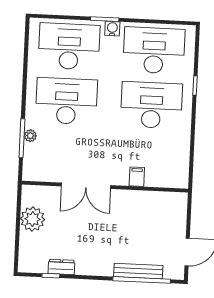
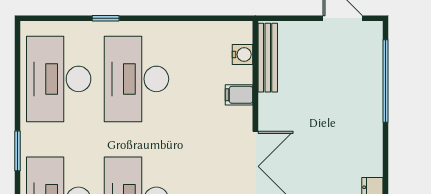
water cooler: (112, 29) -> (242, 55), moved, turned 180
bench: (138, 271) -> (268, 58), moved

